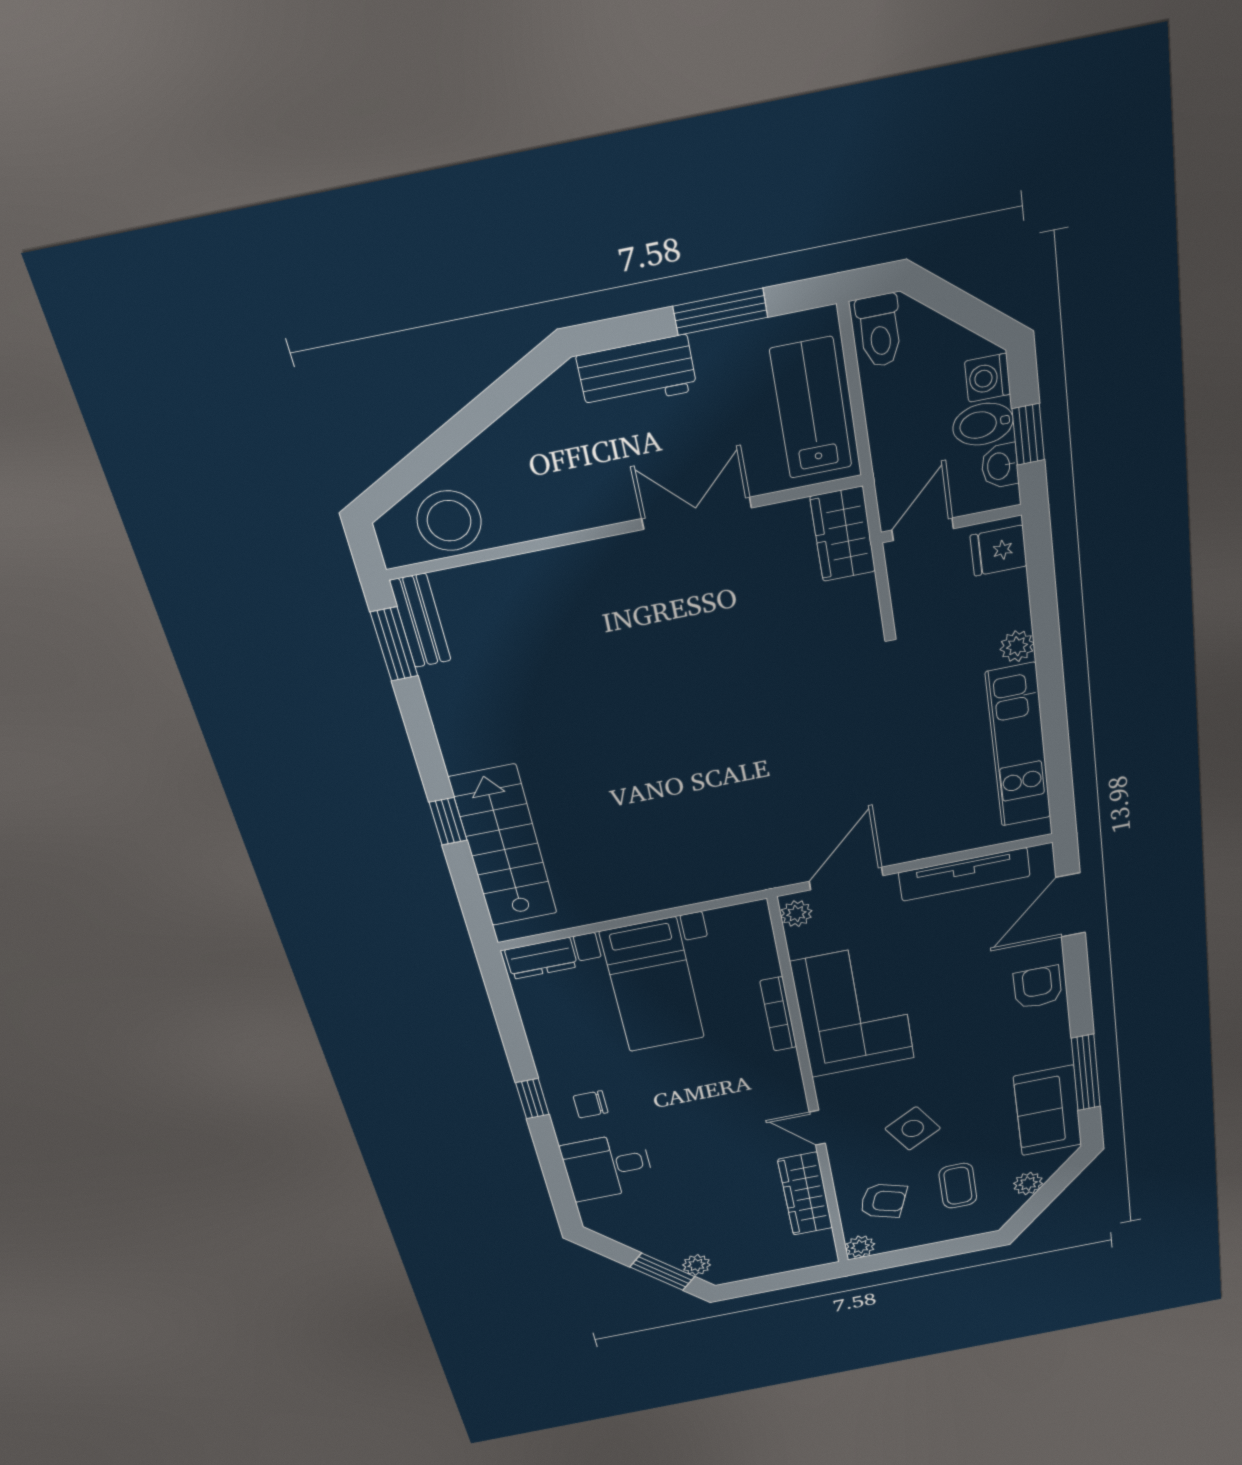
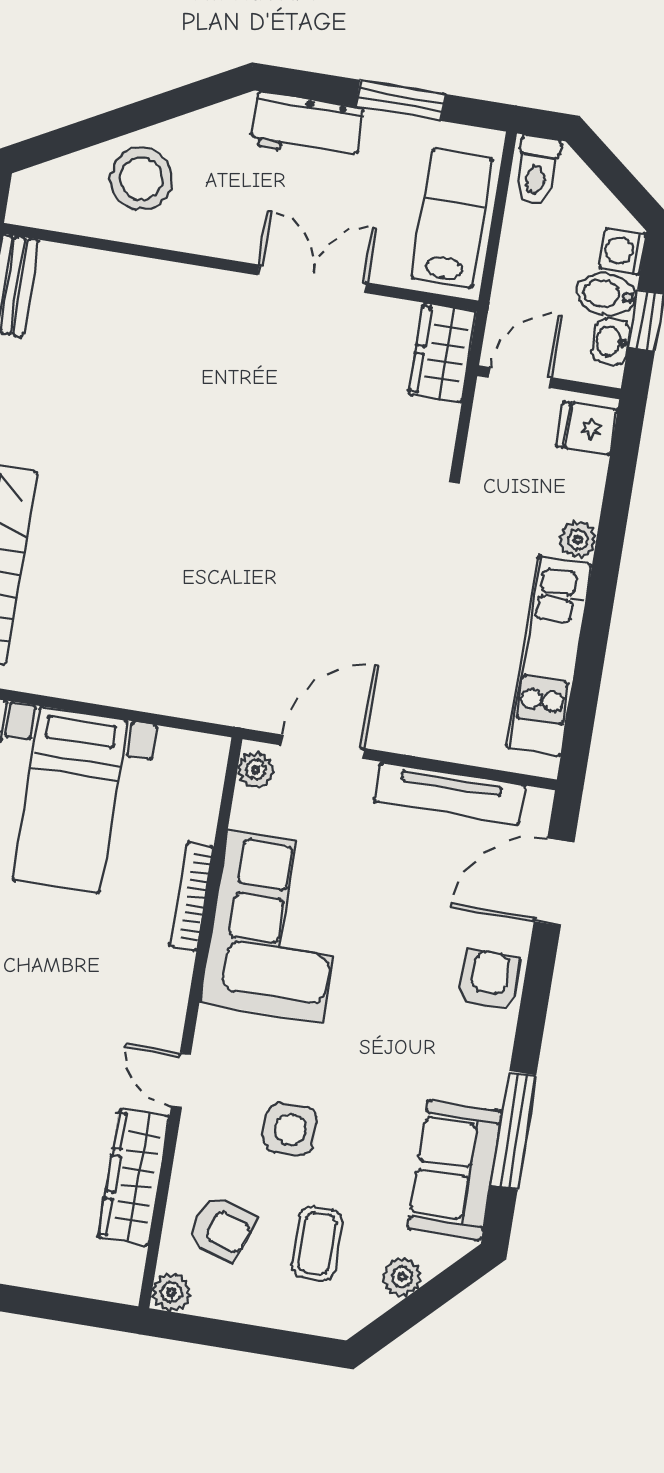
stool: (449, 521) -> (141, 179), moved
side table: (913, 1128) -> (290, 1129), turned 31

